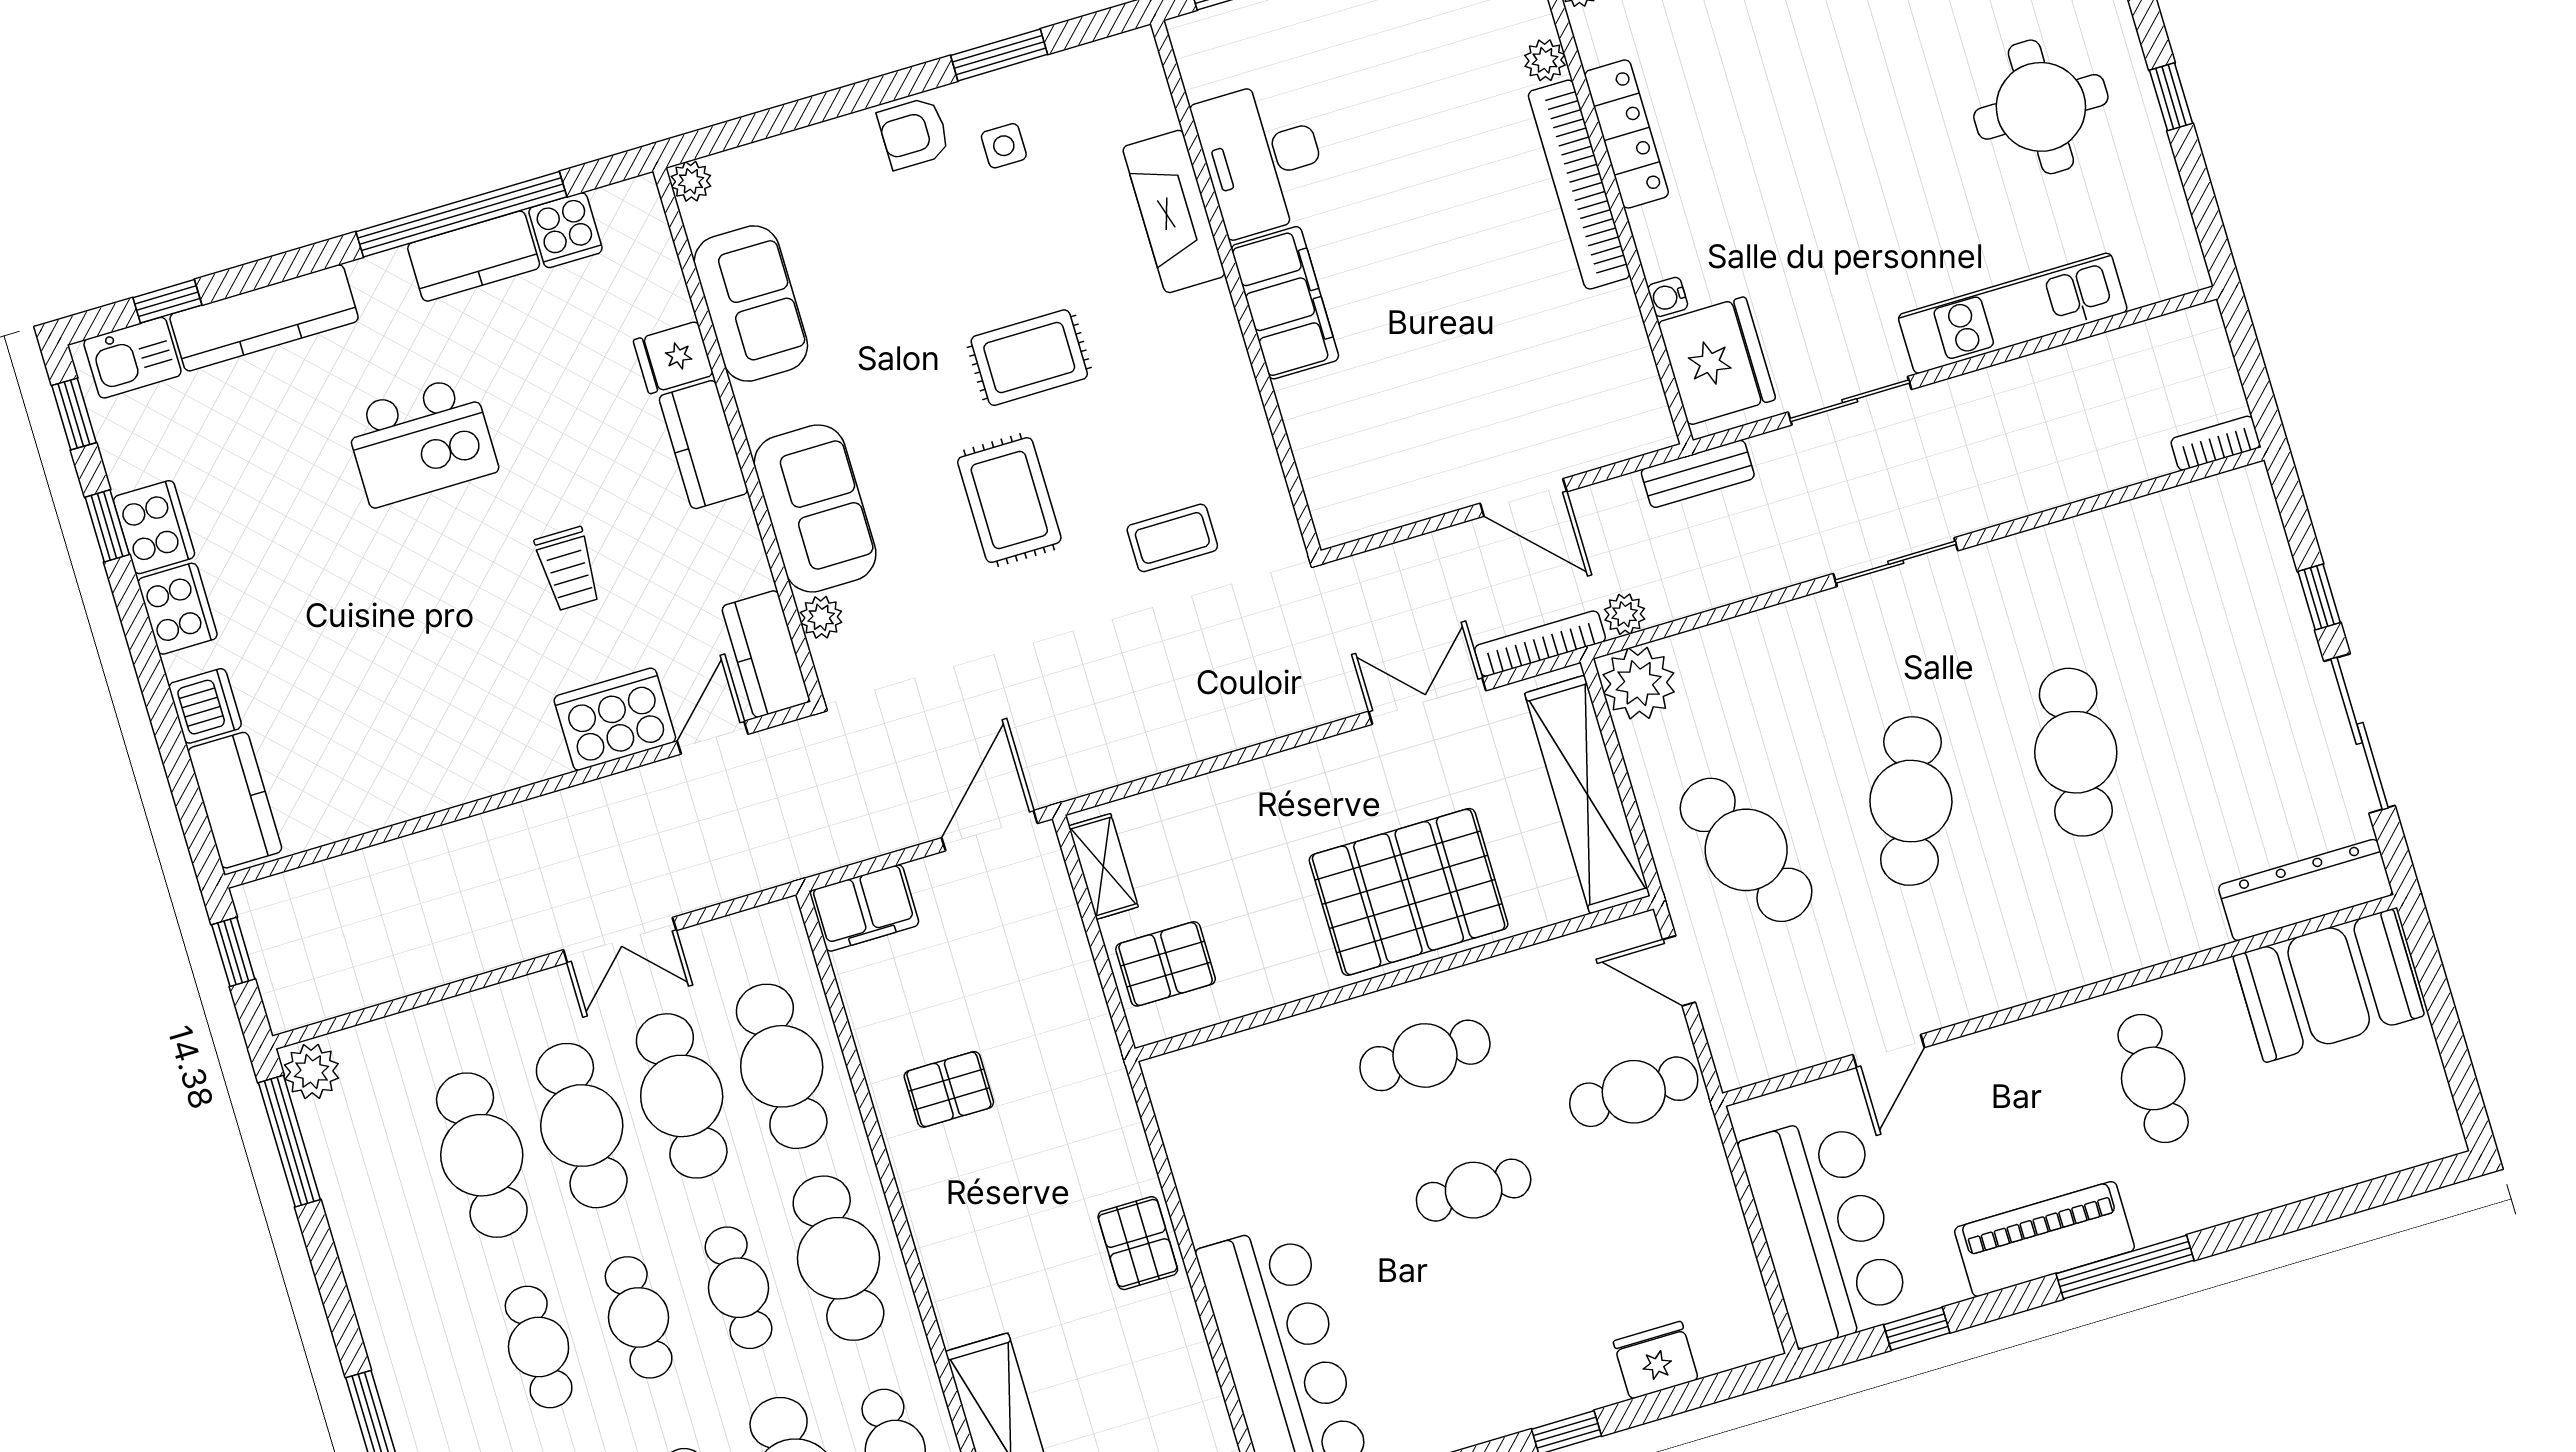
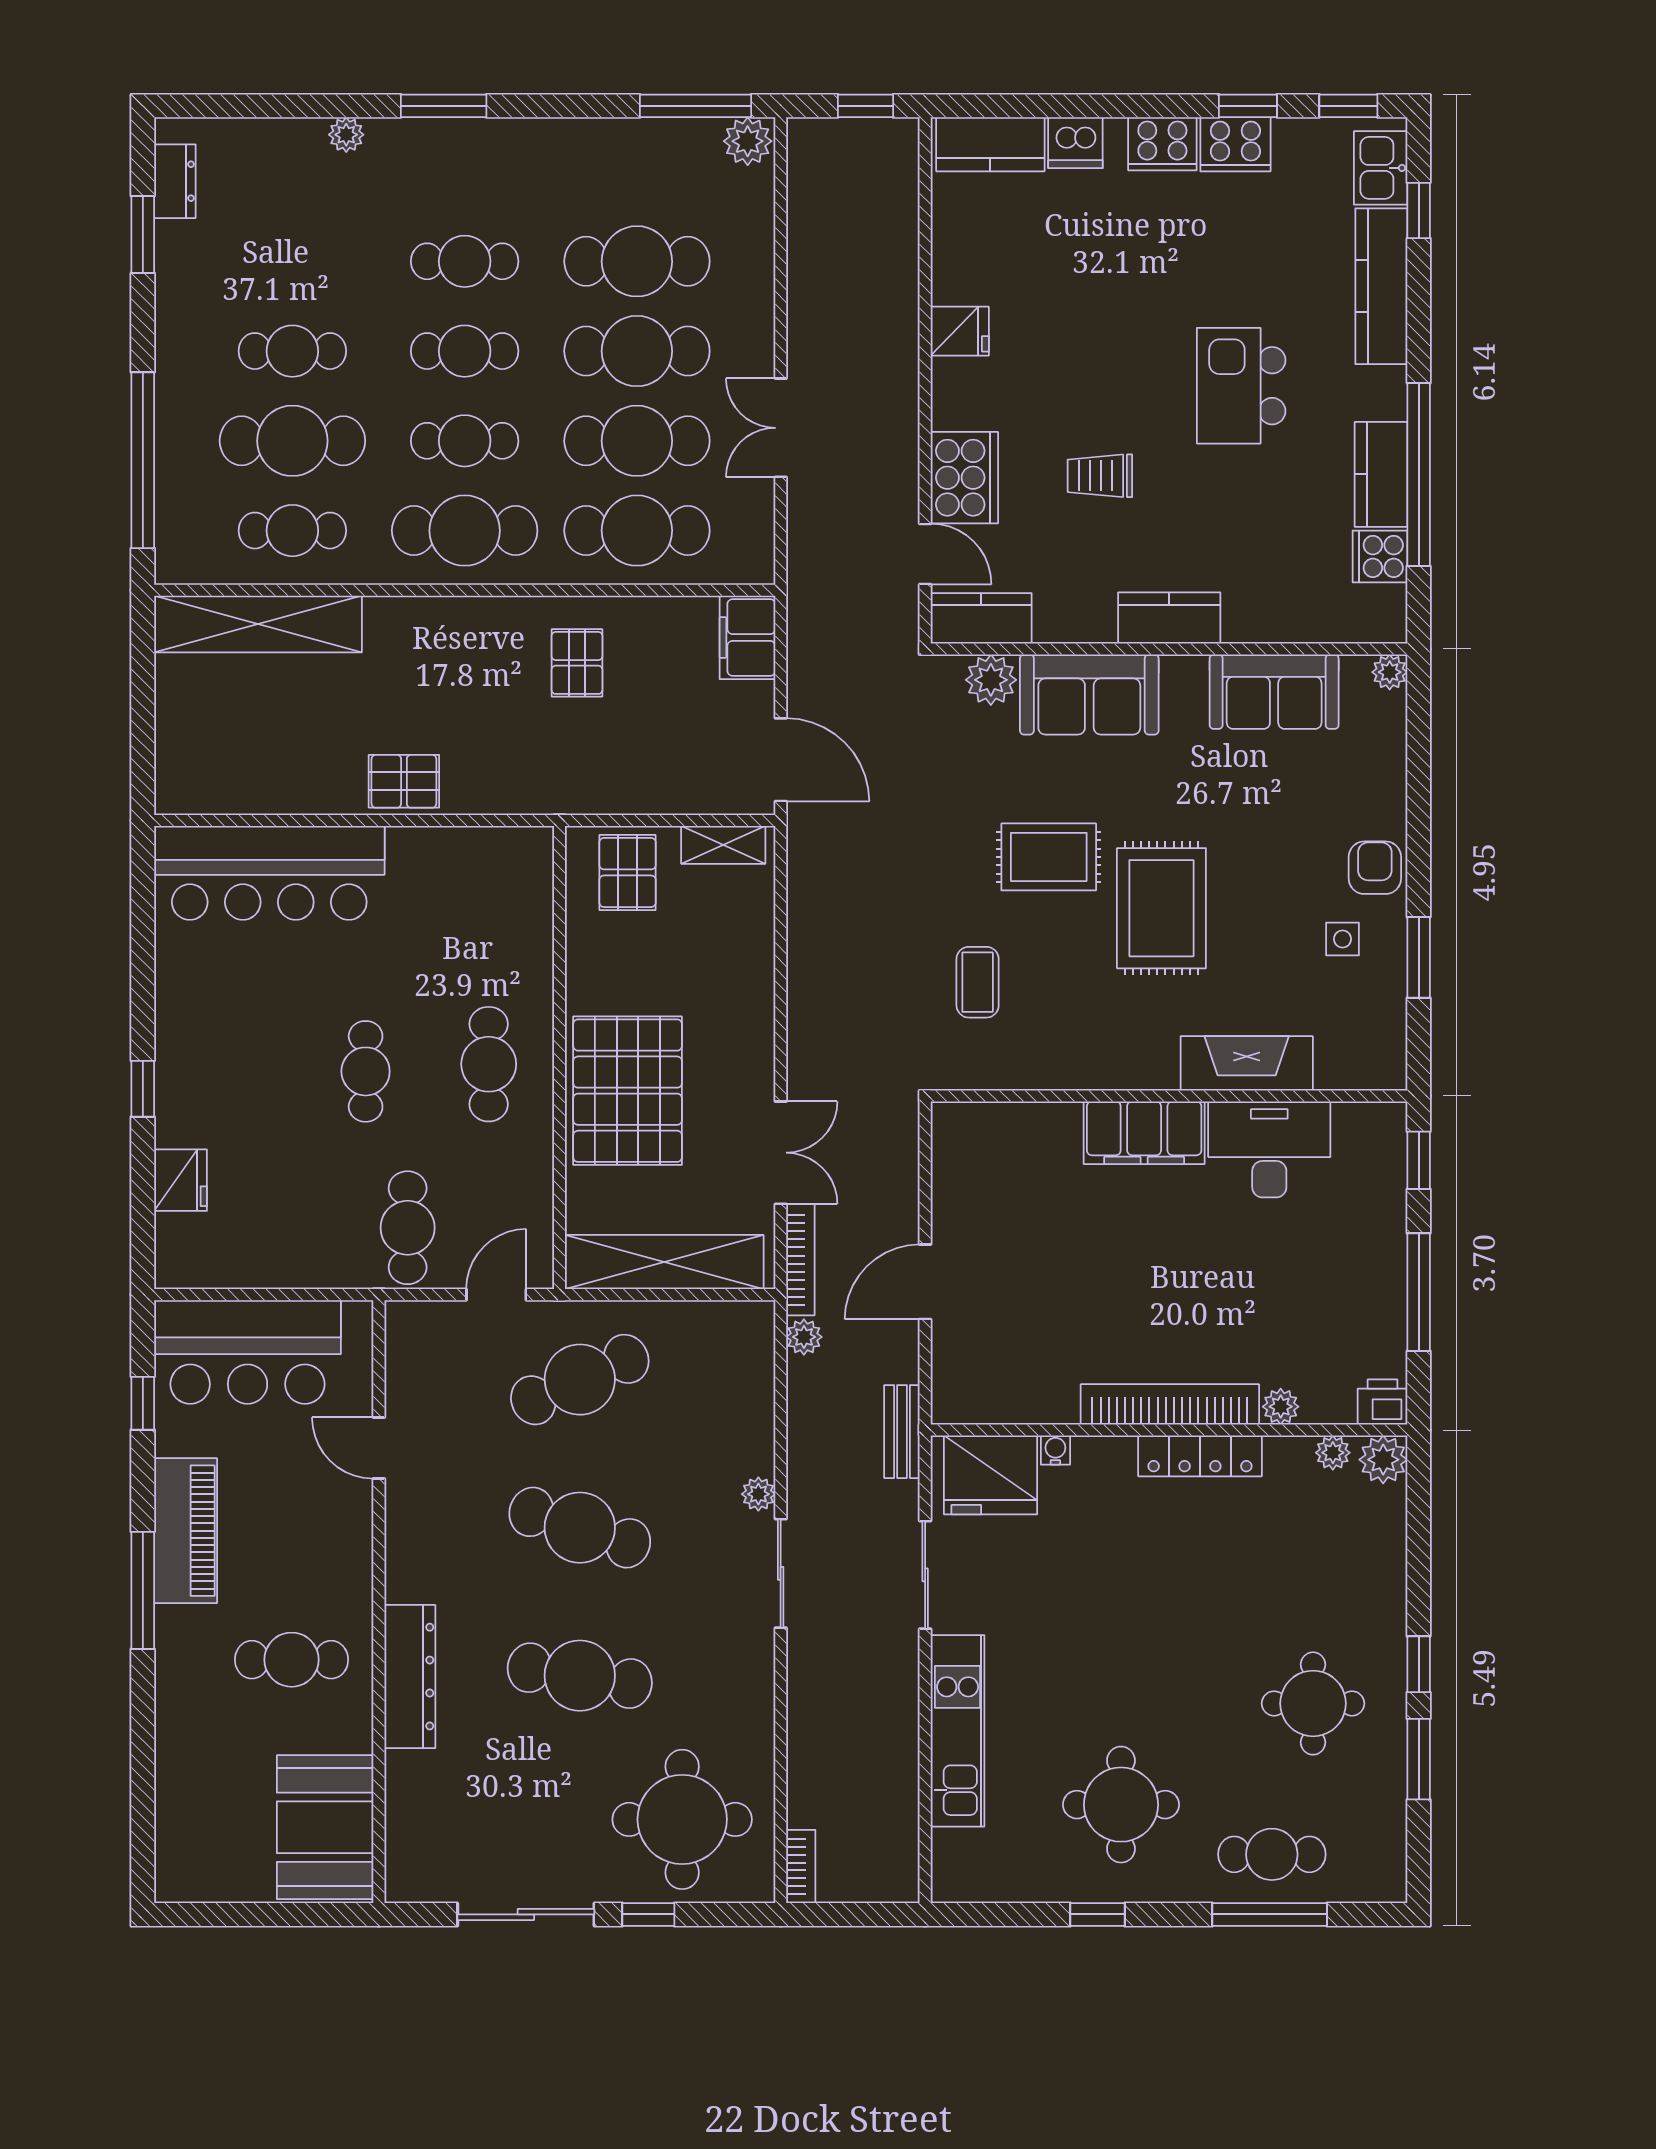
fridge: (673, 357) -> (960, 331), moved, turned 90
rug: (1029, 358) -> (1161, 908), width x1.36, depth x1.43
round table: (2202, 591) -> (682, 1819), added
plant: (821, 617) -> (991, 680), width x1.38, depth x1.38
plant: (1639, 683) -> (758, 1494), moved, width x0.53, depth x0.53
dresser: (2306, 890) -> (410, 1677), moved

